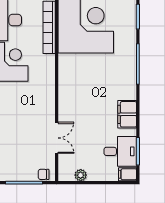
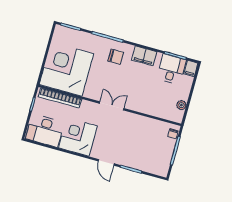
chair: (117, 81) -> (116, 57), added
double door: (57, 138) -> (112, 106), moved

